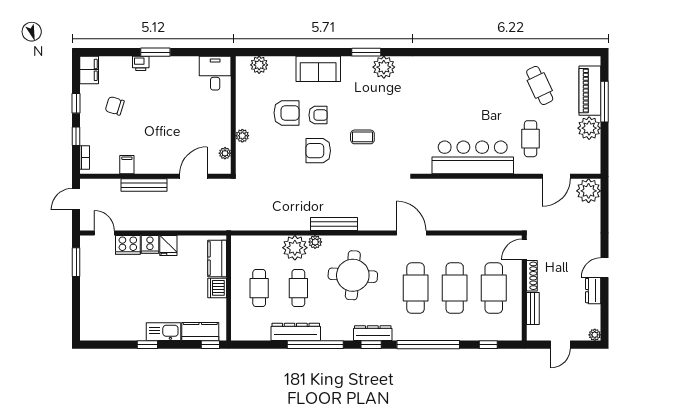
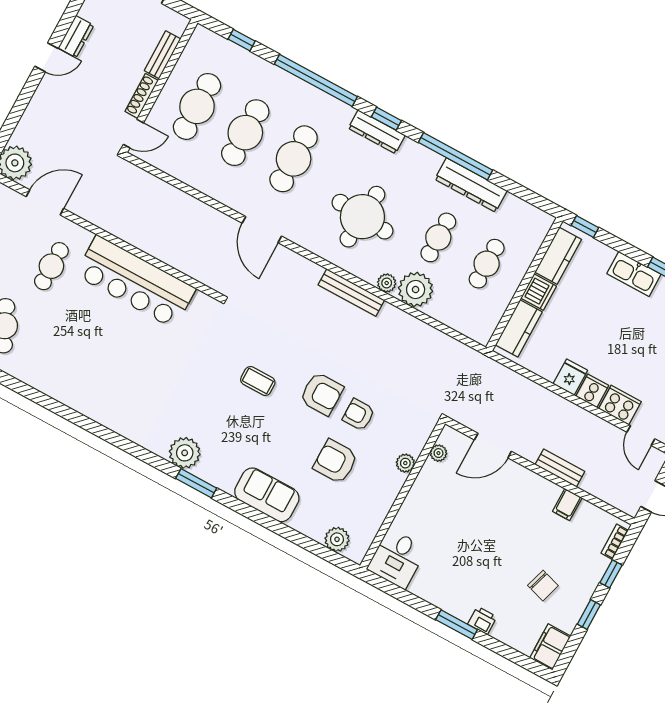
armchair: (318, 115) -> (359, 415), moved
bench: (144, 185) -> (560, 468), width x0.73
kitchen counter: (200, 332) -> (558, 256), moved, turned -90

